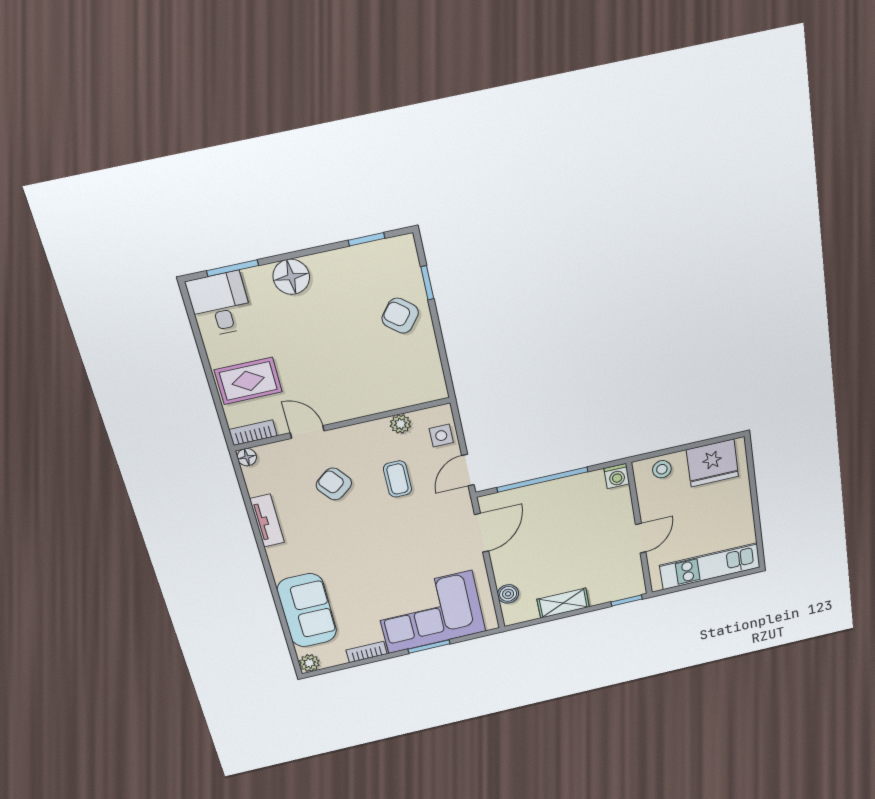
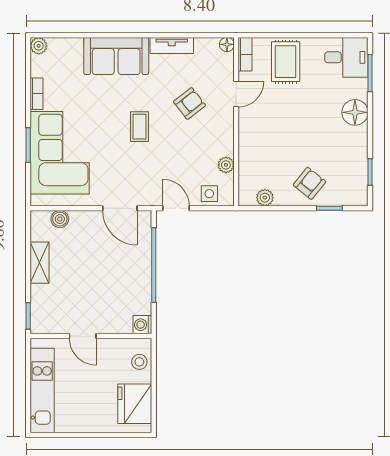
plant: (431, 368) -> (265, 198), added
coffee table: (397, 479) -> (139, 127), moved, turned 90
sofa: (307, 610) -> (116, 56), moved

